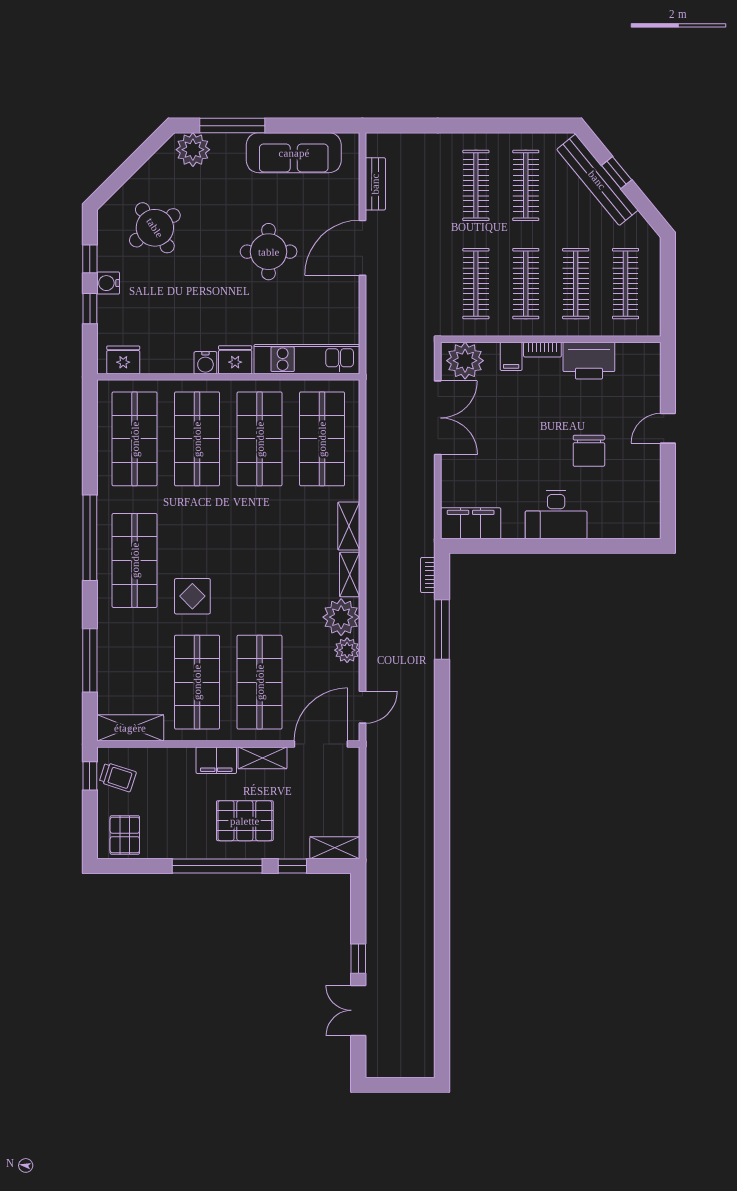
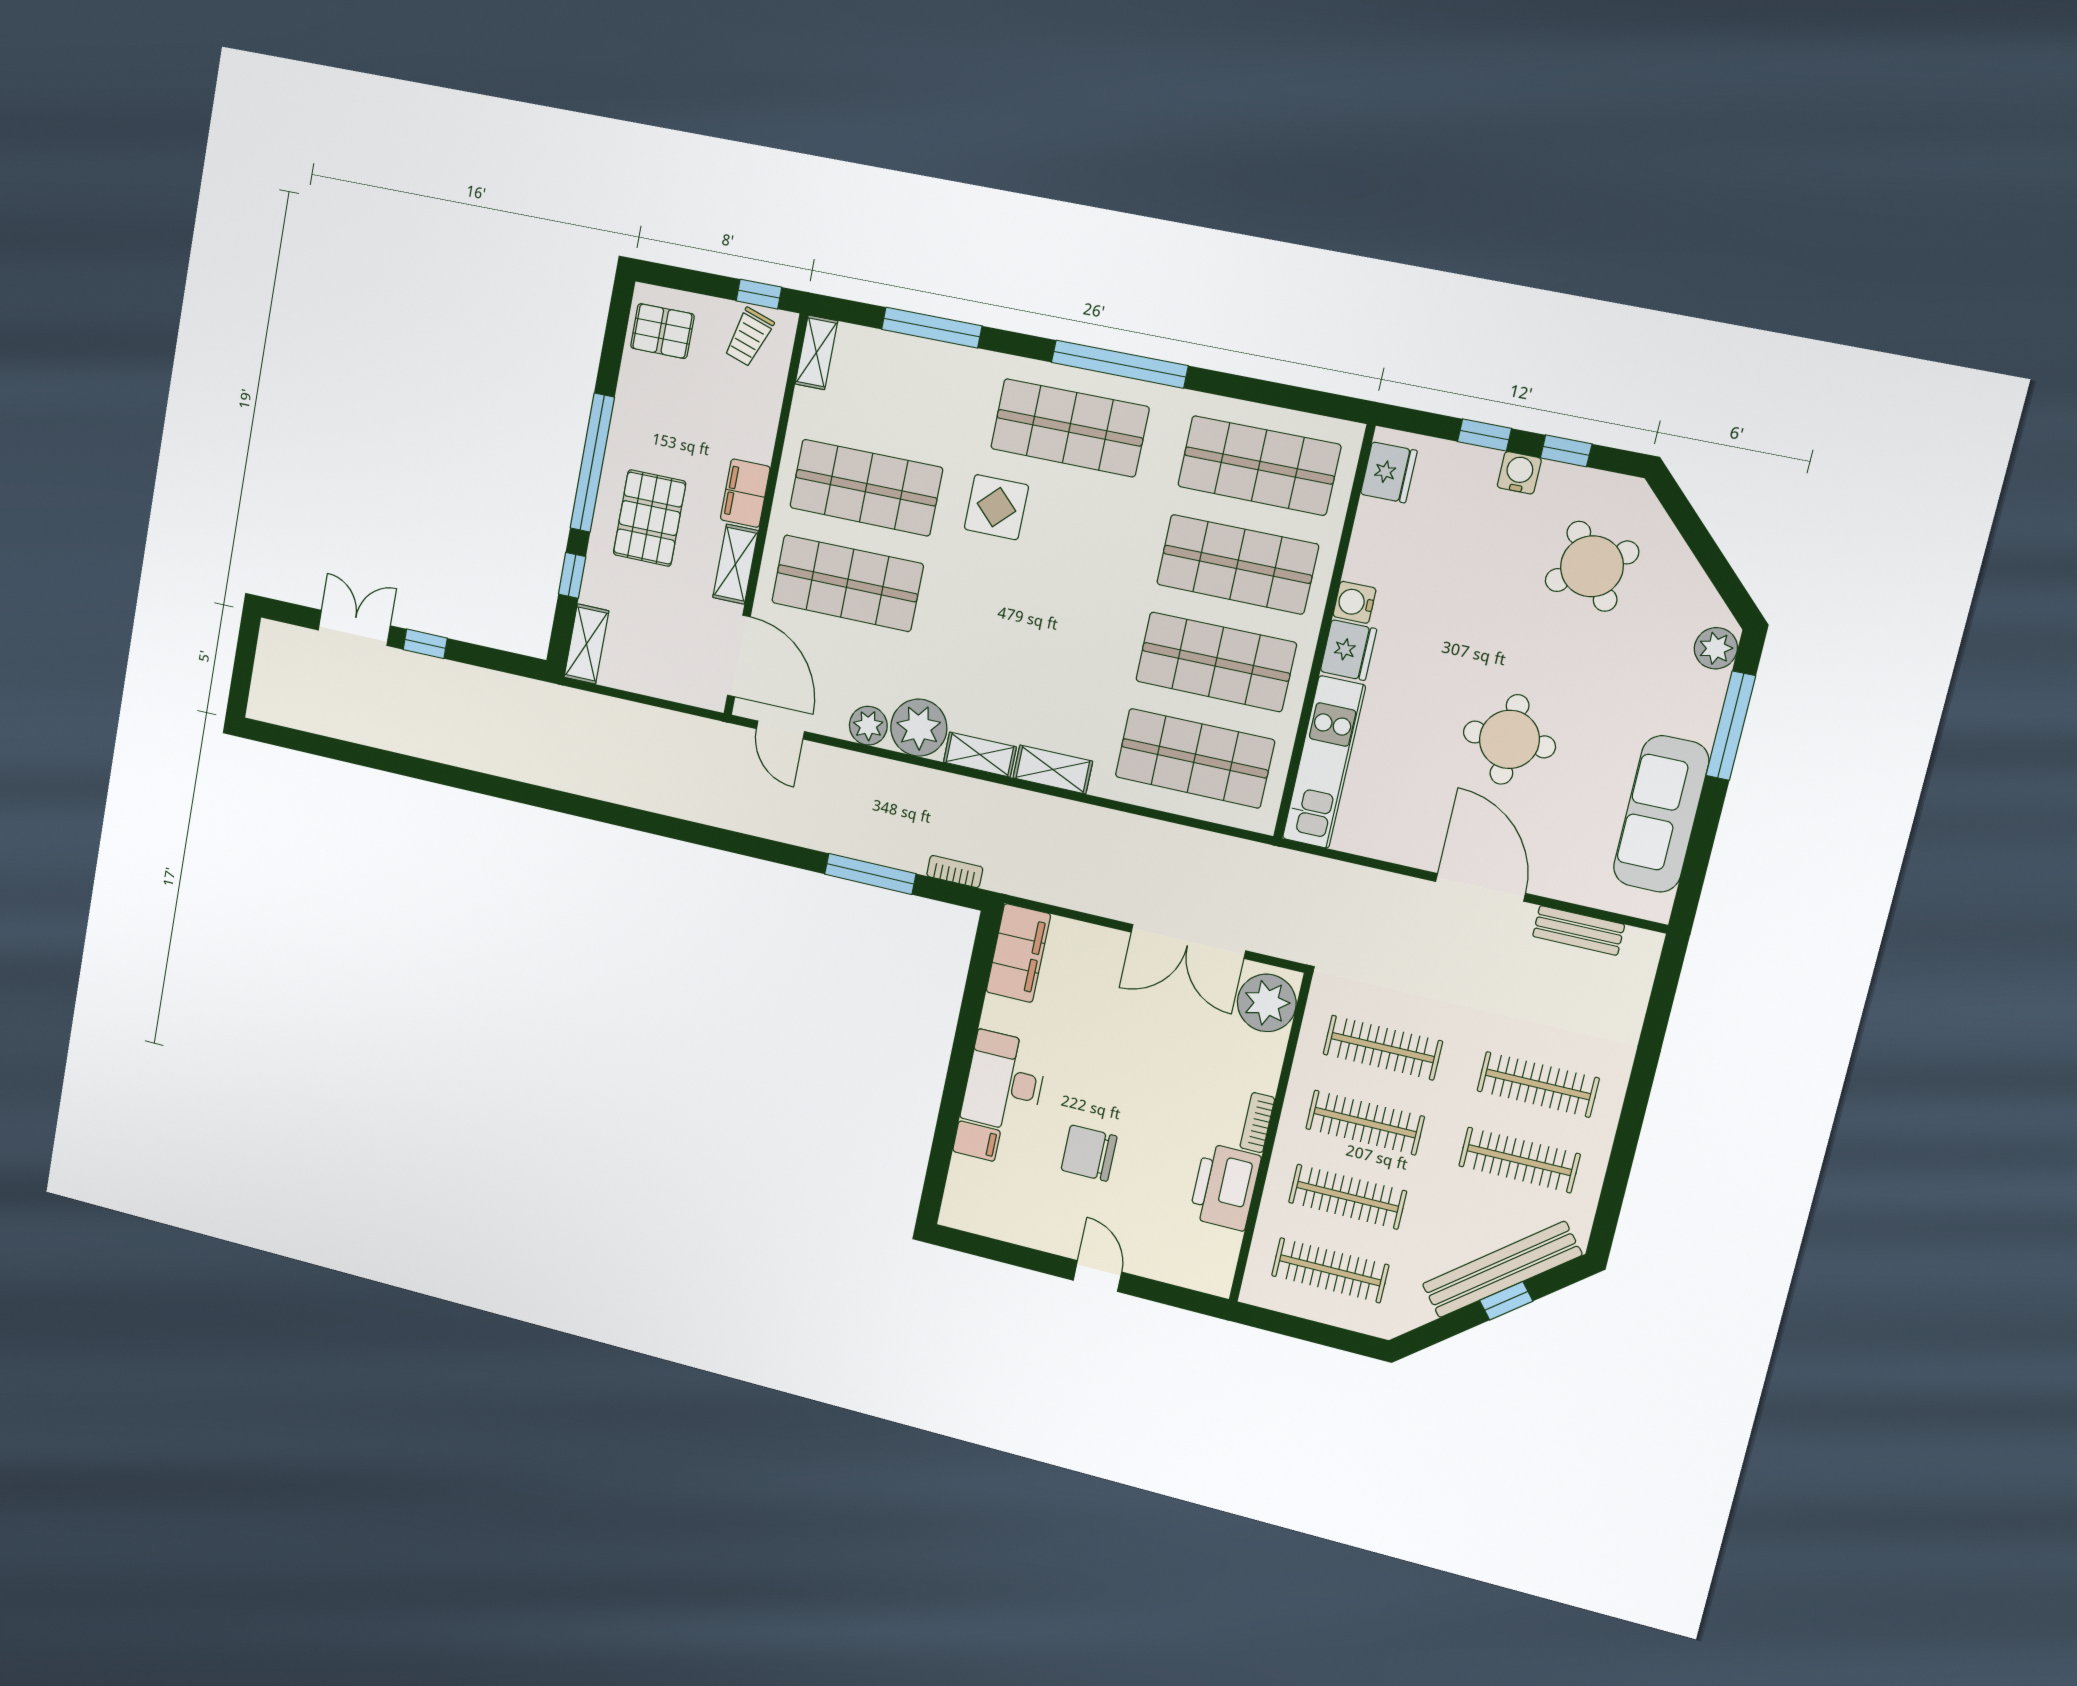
plant: (193, 150) -> (1716, 648), width x0.73, depth x0.73
filing cabinet: (511, 356) -> (977, 1141), moved, turned 180
shelving: (130, 728) -> (816, 352), width x0.67, depth x0.75

